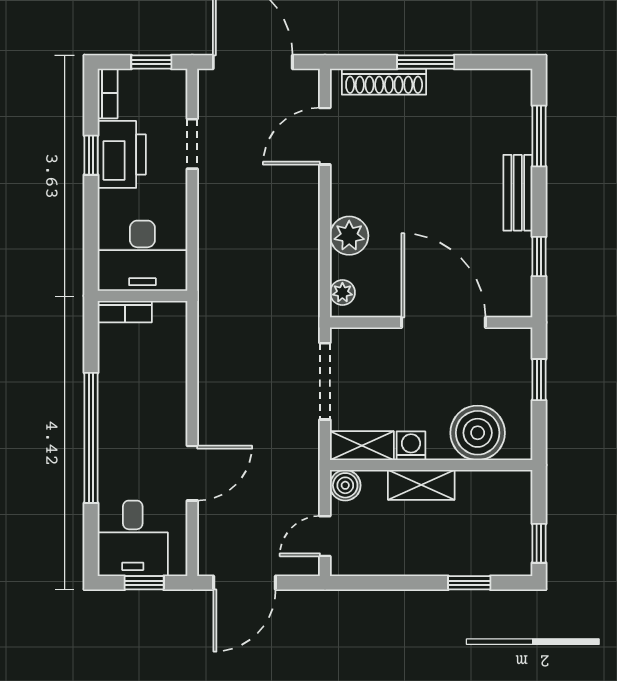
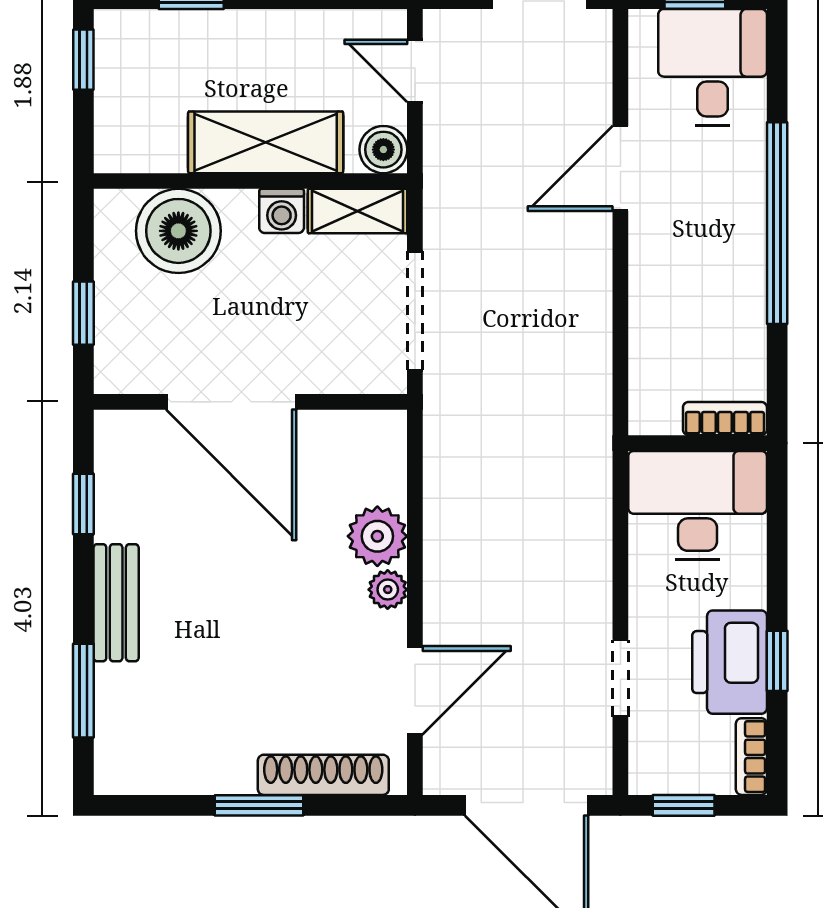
plant: (342, 292) -> (388, 590), moved
shelving: (421, 485) -> (266, 142), width x1.50, depth x1.33
door: (325, 536) -> (415, 71), swing flipped

